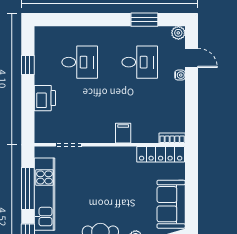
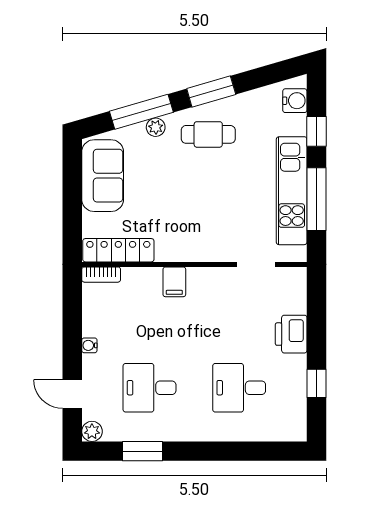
water cooler: (180, 75) -> (89, 345), moved

